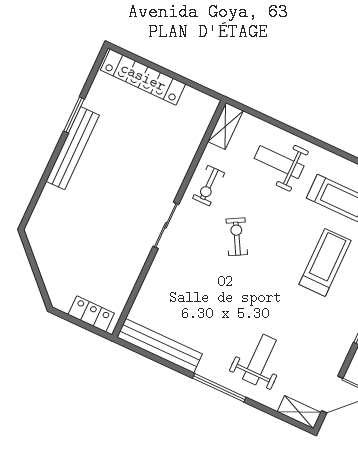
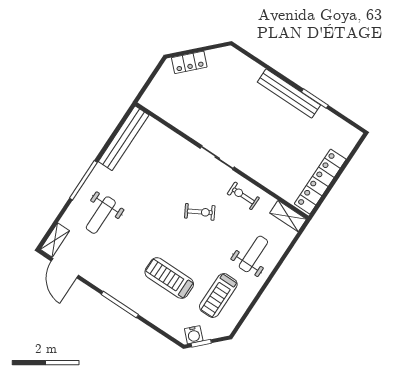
locker: (143, 77) -> (320, 182), moved
treadmill: (325, 262) -> (169, 278), turned 180
locker: (91, 314) -> (189, 62), moved, turned 45
weight bench: (259, 360) -> (101, 215), turned 90

